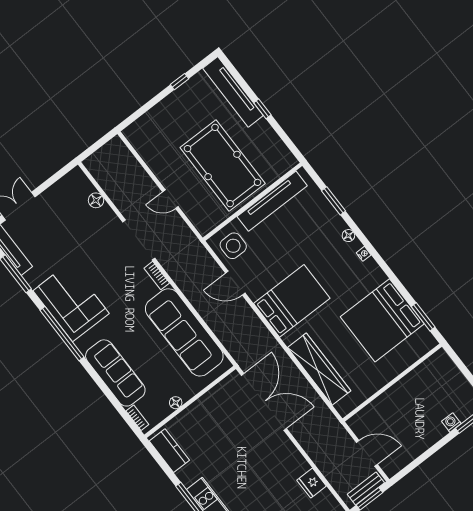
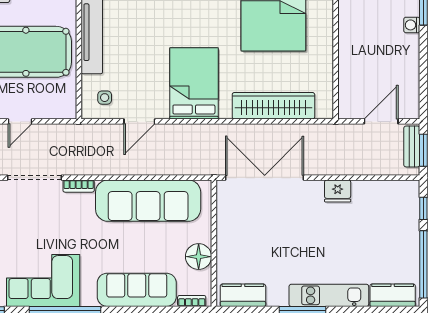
side table: (233, 246) -> (105, 98), width x0.54, depth x0.54
floor lamp: (176, 403) -> (199, 257), width x1.89, depth x1.89
fridge: (312, 483) -> (338, 191), moved

